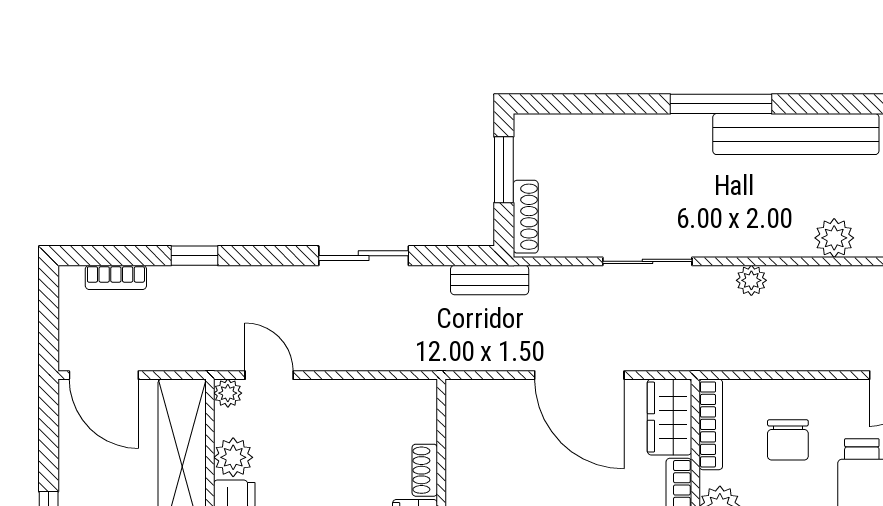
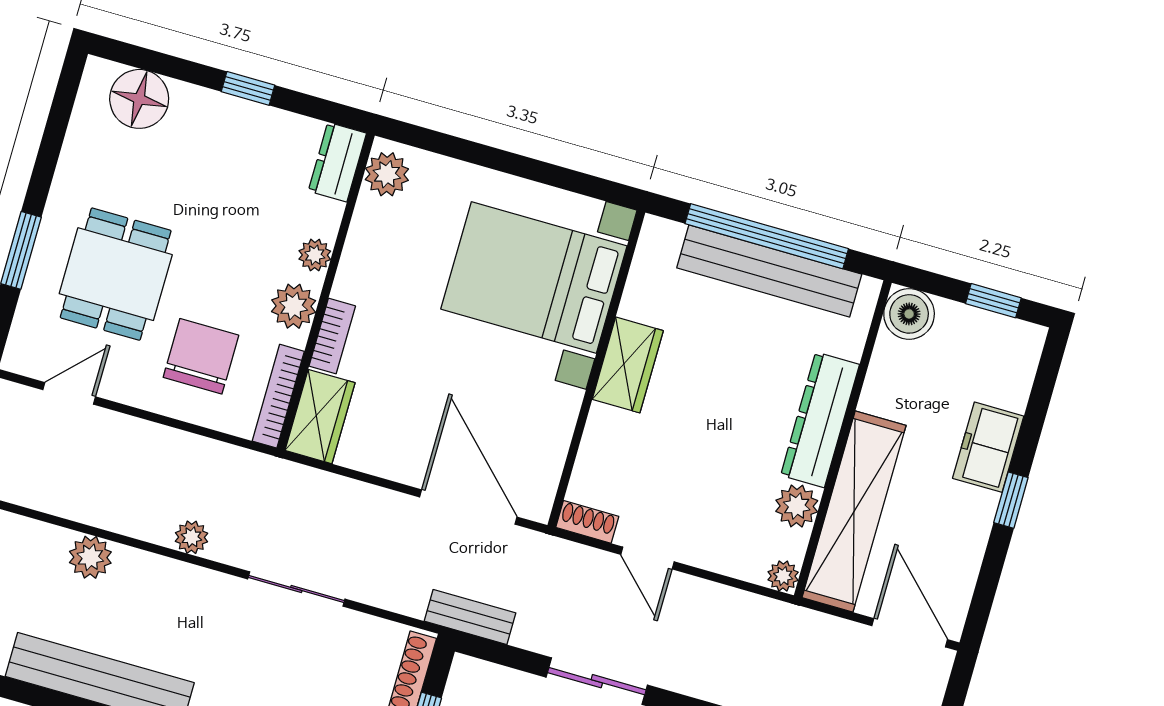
door: (269, 375) -> (647, 558), moved
door: (579, 375) -> (468, 507), moved
chair: (788, 440) -> (201, 356), width x1.37, depth x1.37
shoe rack: (425, 470) -> (587, 522), moved, turned -90

